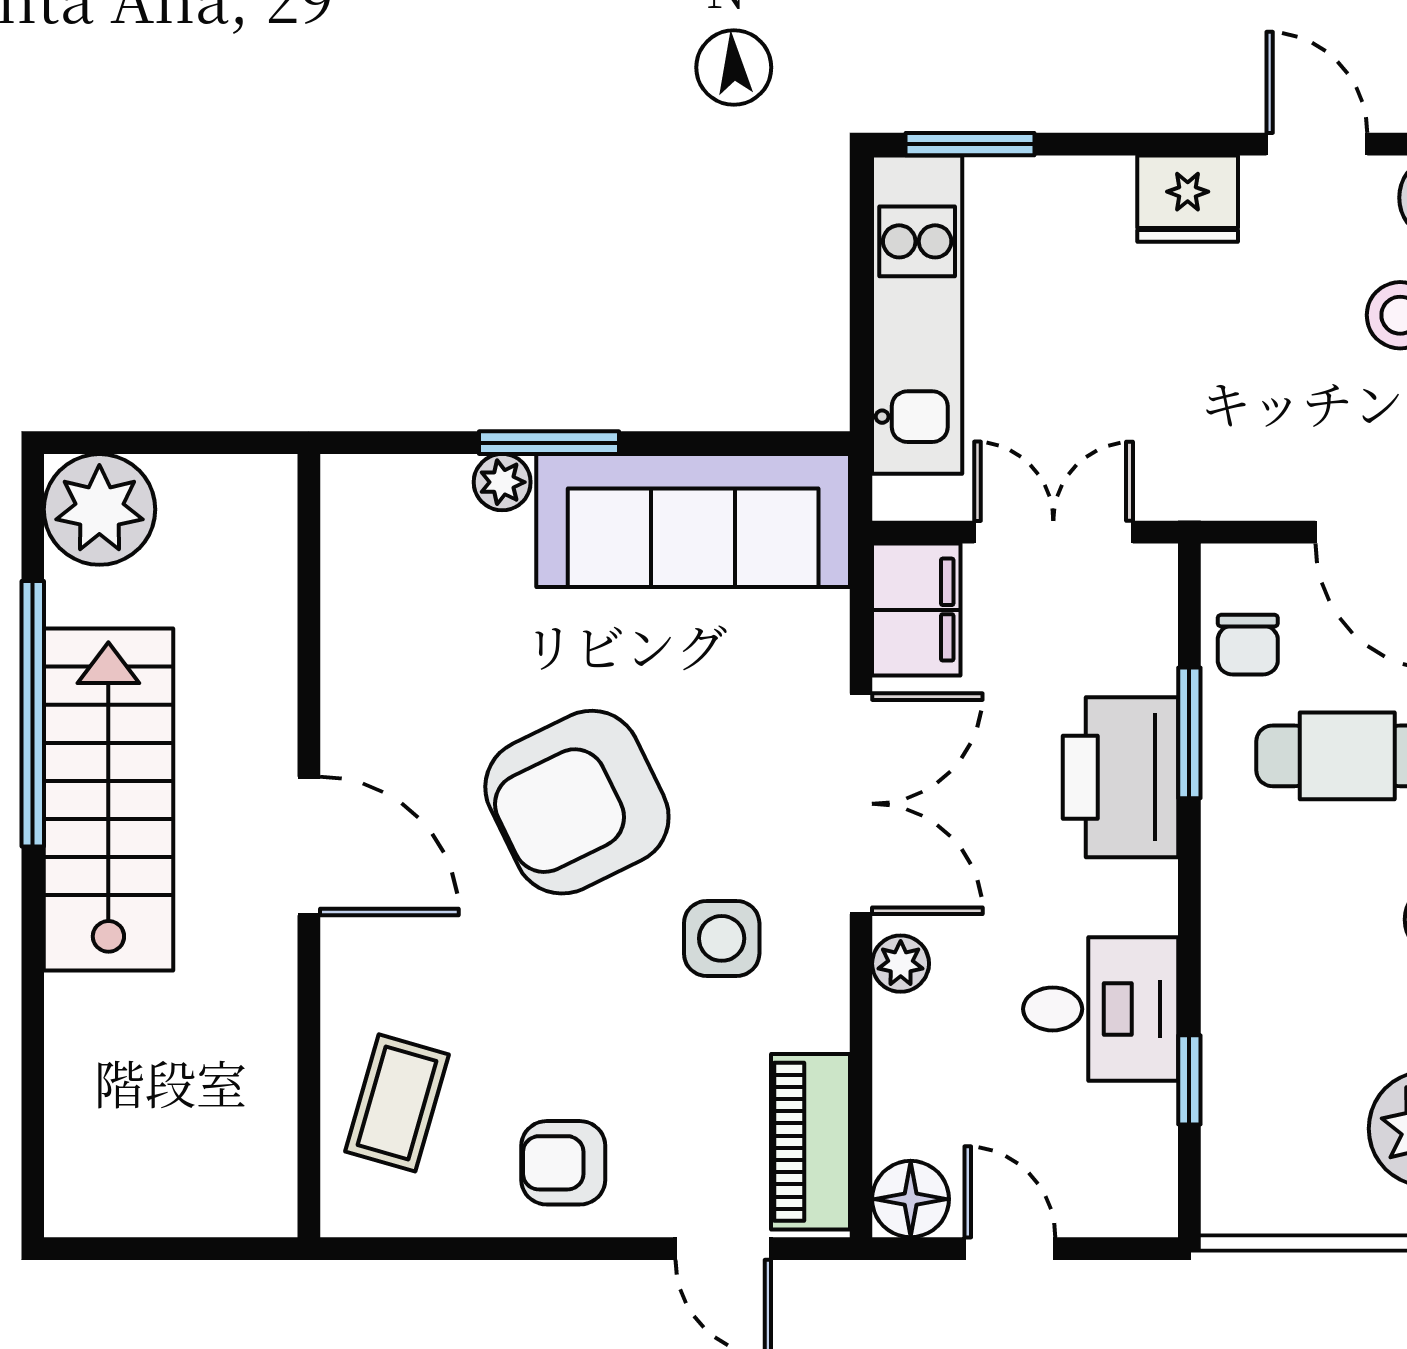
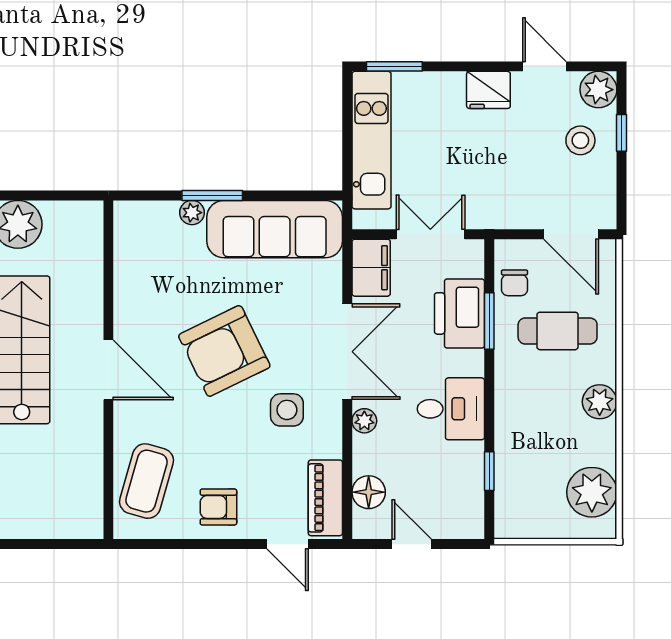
printer: (1121, 777) -> (459, 313), moved
desk: (1101, 1009) -> (451, 409), moved
coffee table: (397, 1103) -> (147, 481), width x1.36, depth x1.30
floor lamp: (911, 1199) -> (369, 492), moved

